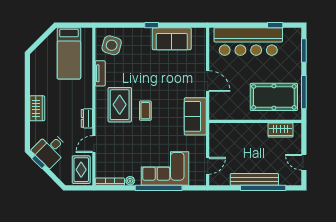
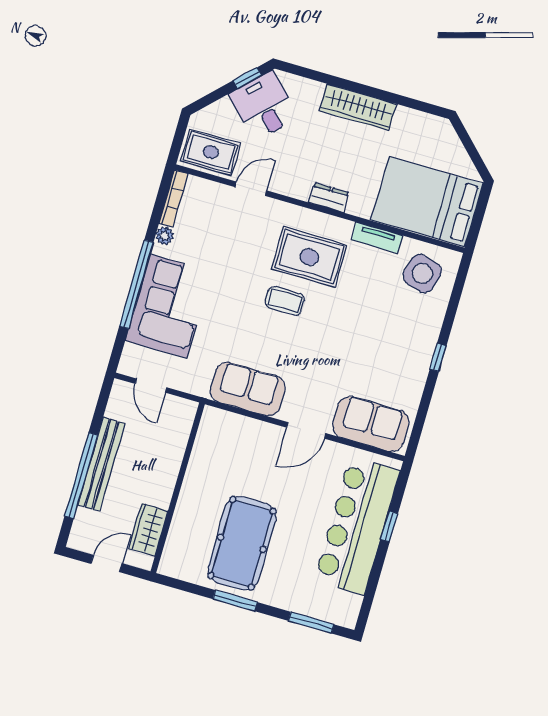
window: (275, 25) -> (389, 526), moved
sofa: (172, 39) -> (371, 424), moved, turned 90
bed: (69, 53) -> (427, 202), width x1.50
window: (304, 92) -> (235, 601), width x0.69
wardrobe: (37, 108) -> (358, 107), width x1.50
dresser: (87, 118) -> (329, 198), moved
wall: (255, 121) -> (178, 488), moved
wardrobe: (281, 130) -> (148, 530), moved
door: (94, 144) -> (251, 189), hinge flipped

